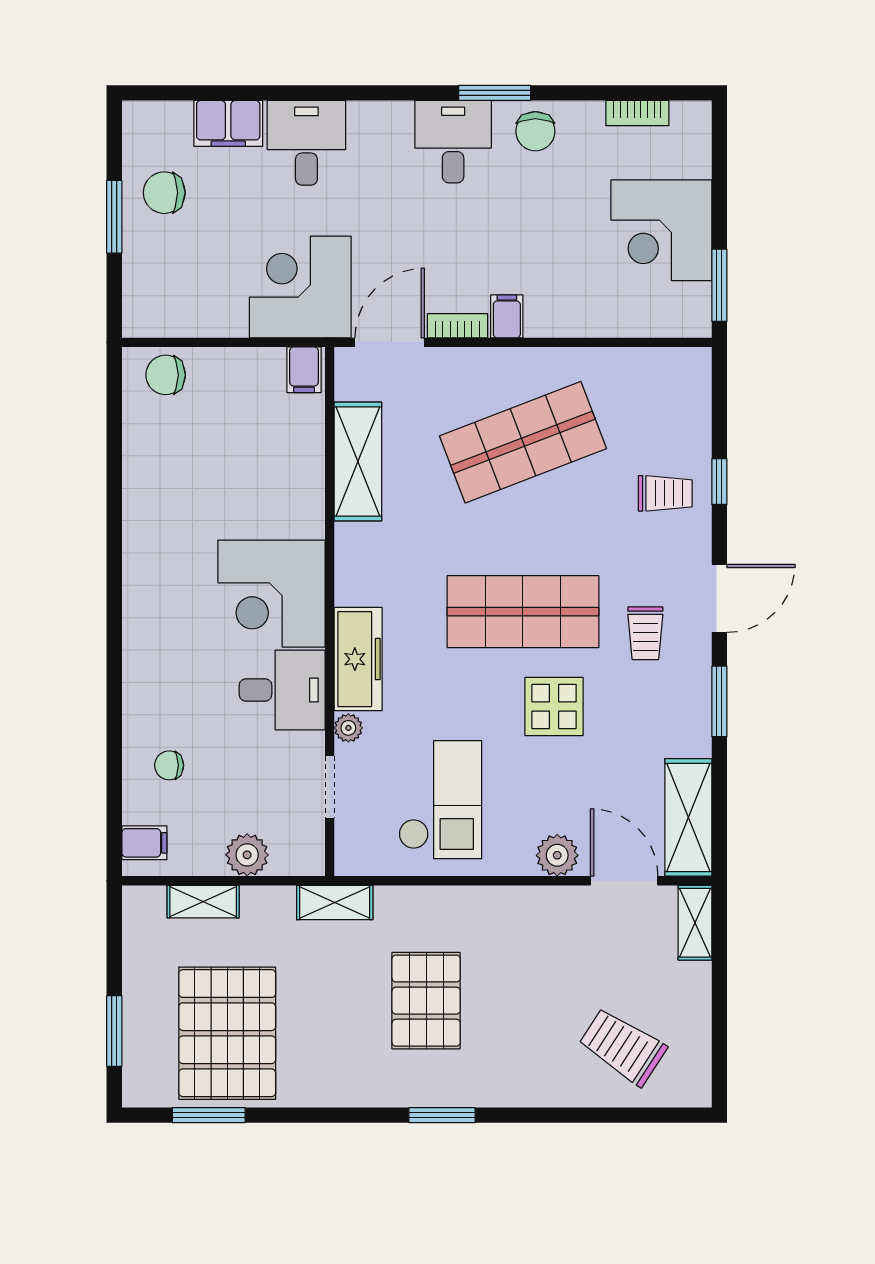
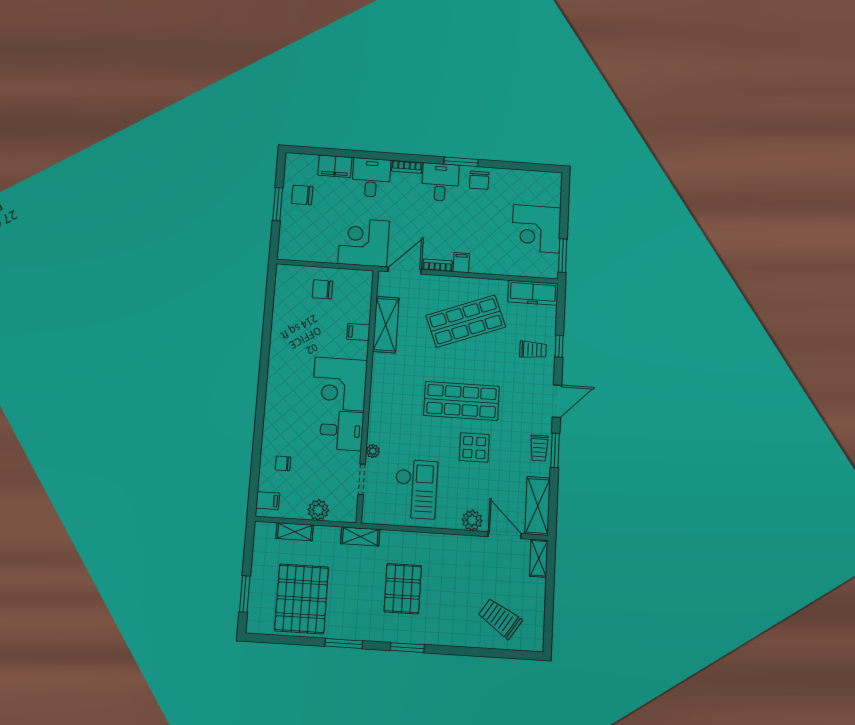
bookcase: (637, 113) -> (407, 167), moved
filing cabinet: (304, 370) -> (358, 332), moved, turned 90
chair: (166, 375) -> (323, 289), moved
trolley: (645, 633) -> (539, 448), moved
freezer: (358, 659) -> (533, 293), moved, turned 90
window: (209, 1115) -> (344, 644), moved

